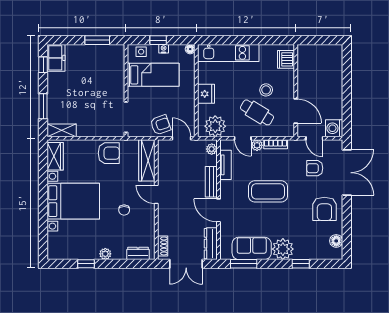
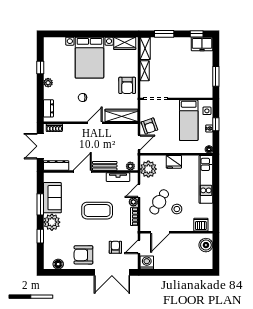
boiler: (312, 53) -> (206, 245), added
shelving: (90, 131) -> (145, 71), added
coffee table: (268, 191) -> (97, 211), turned 90
window: (244, 264) -> (40, 204), moved

